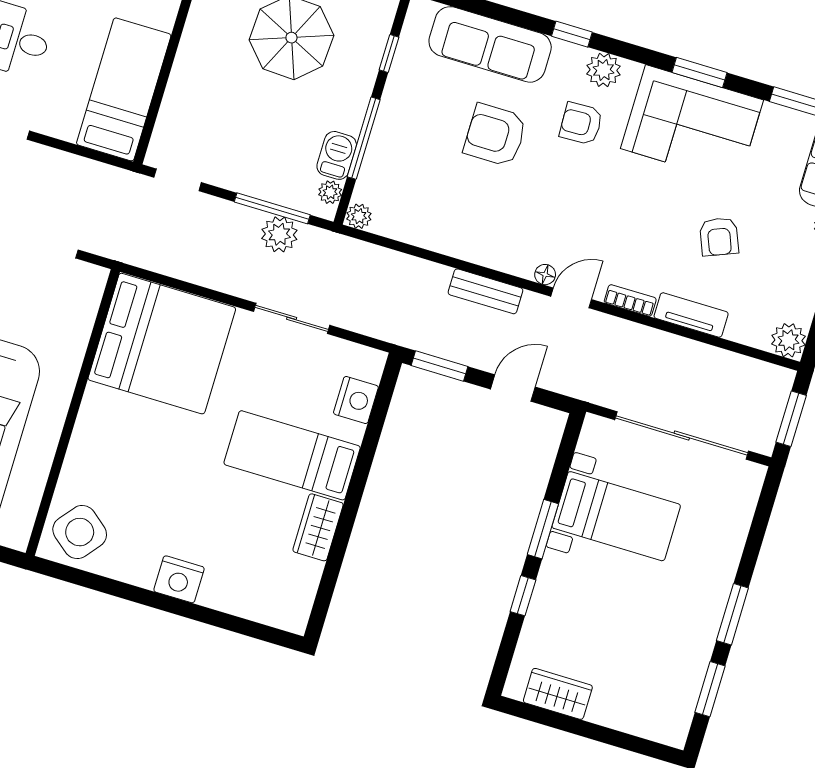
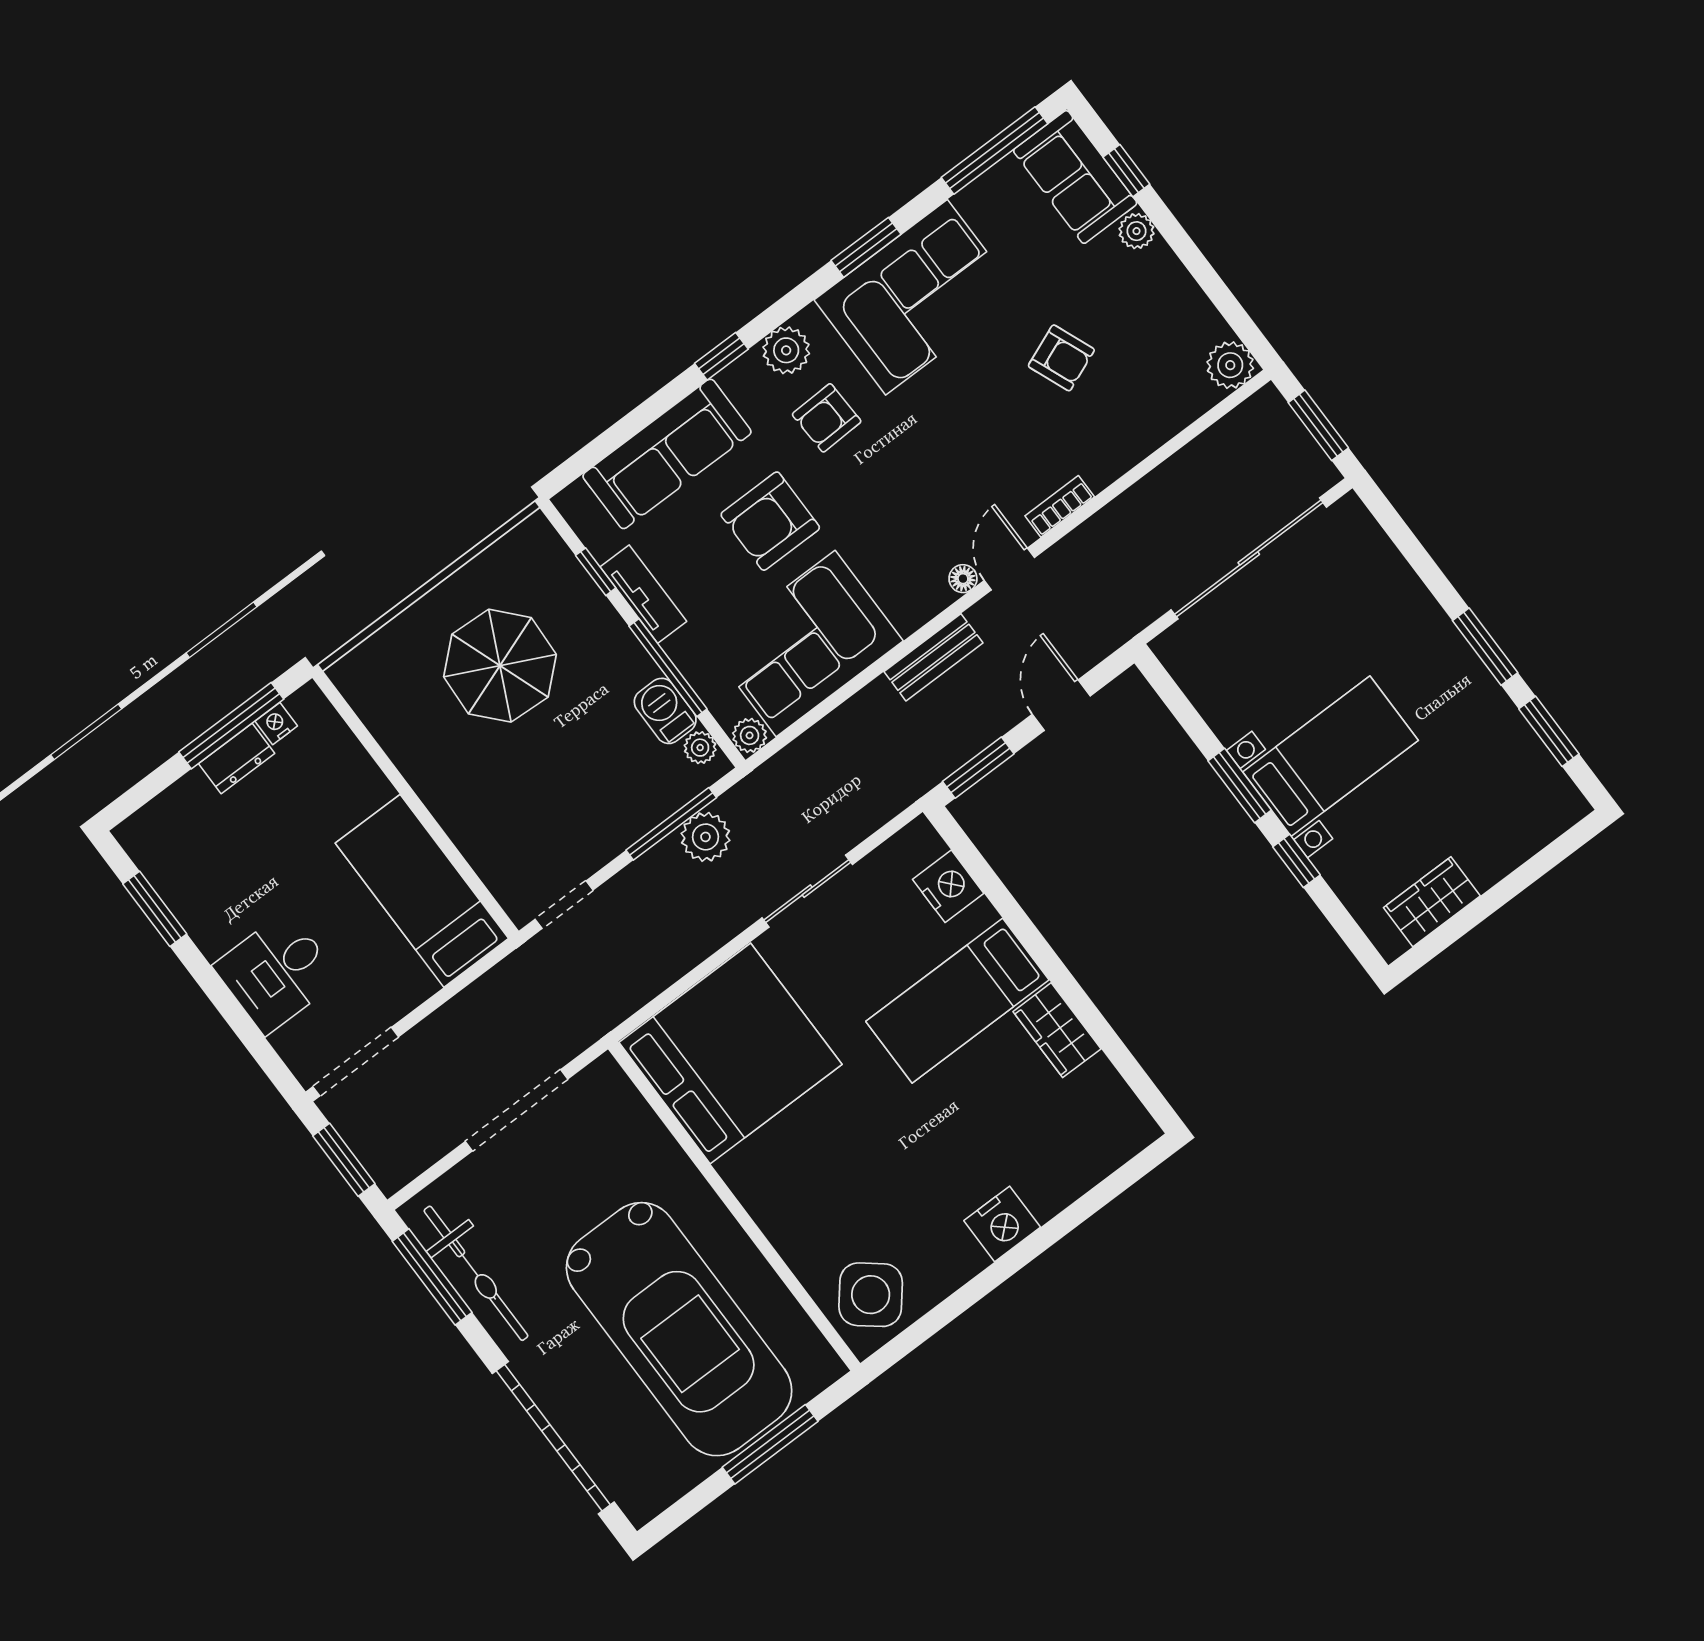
corner sofa: (438, 209) -> (806, 643), added
tv unit: (691, 315) -> (643, 594), moved, turned 90
bed with nightstands: (616, 516) -> (1330, 756), moved

